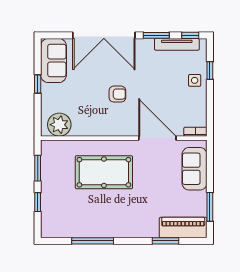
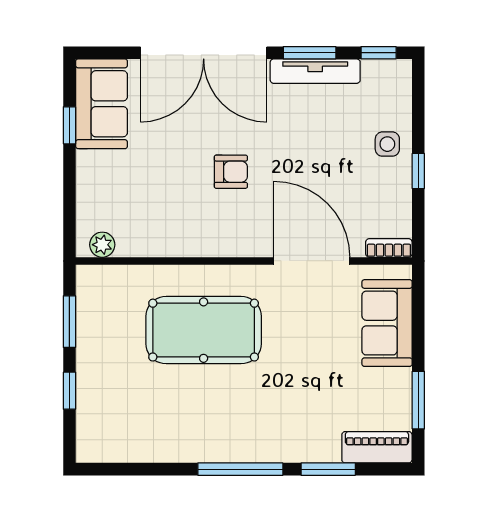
tv unit: (177, 44) -> (315, 71), moved
window: (210, 70) -> (418, 171), moved
window: (38, 84) -> (69, 125), moved
plant: (59, 125) -> (102, 245), width x0.53, depth x0.53
piano: (183, 228) -> (377, 447), width x0.73, depth x0.75
window: (93, 241) -> (240, 469), moved

